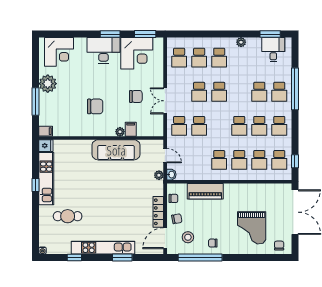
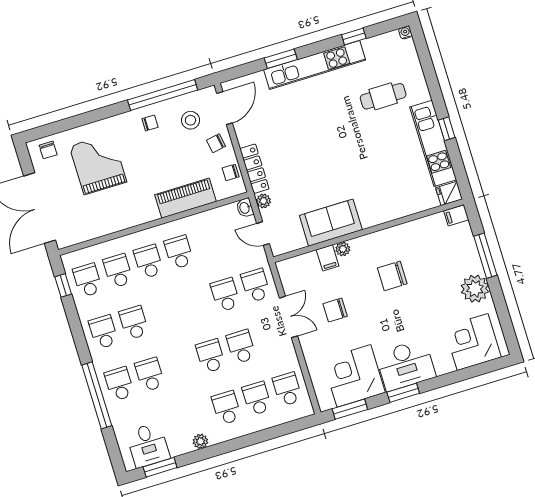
school desk: (239, 126) -> (164, 313), removed
sofa: (116, 150) -> (331, 223), width x0.73
locker: (158, 212) -> (254, 169), moved

